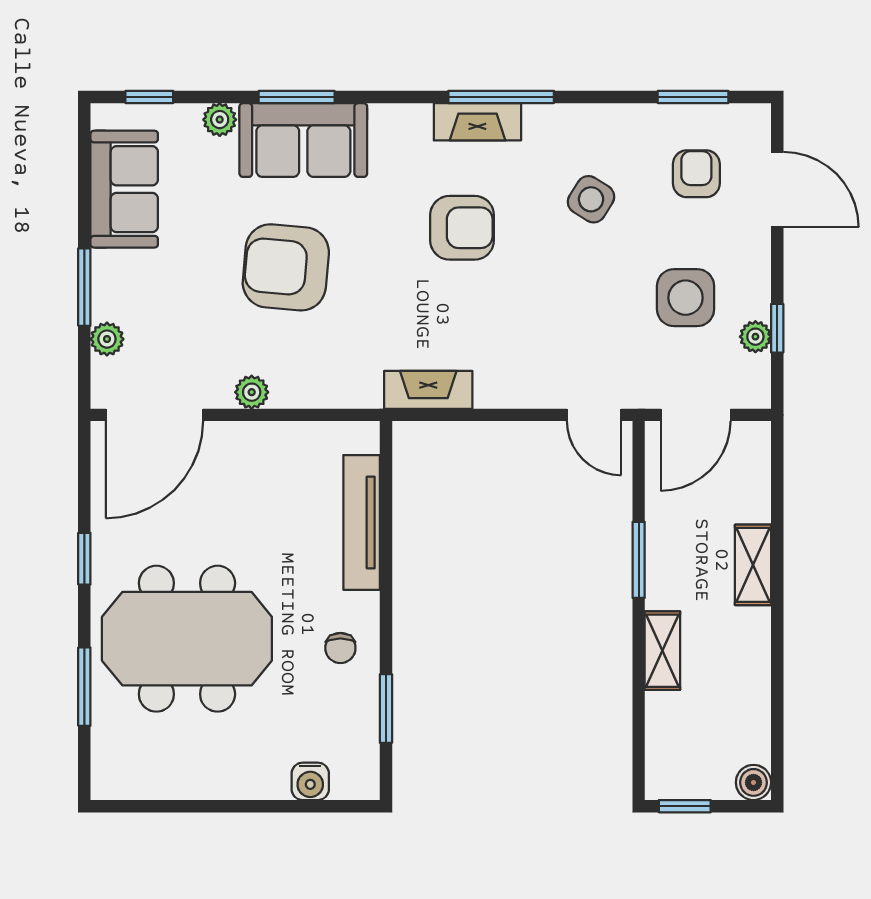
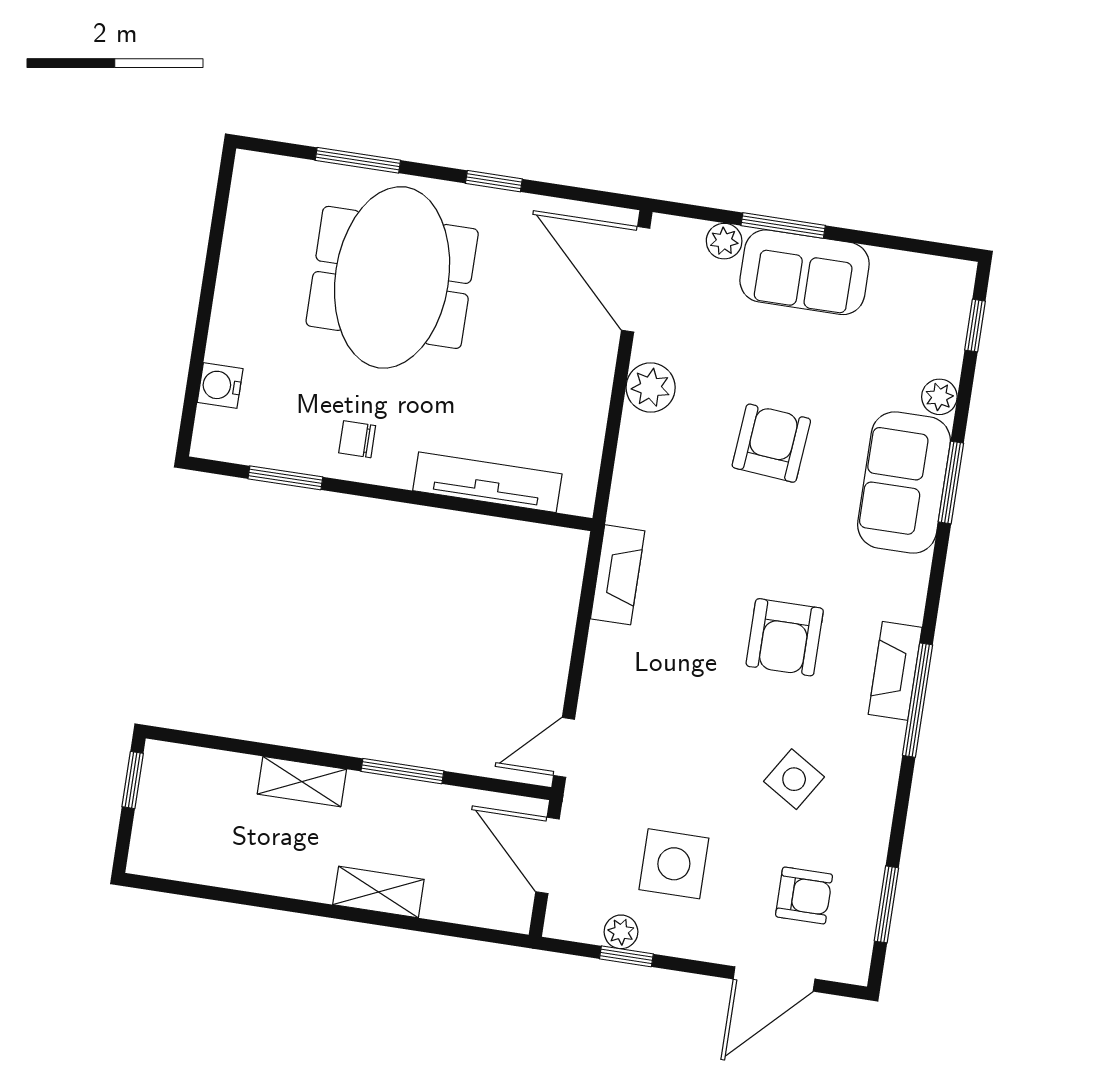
sofa: (124, 189) -> (805, 272), moved
armchair: (286, 267) -> (771, 443), width x0.73, depth x0.73
plant: (252, 392) -> (651, 387), width x1.38, depth x1.38
boiler: (753, 782) -> (147, 857), removed

